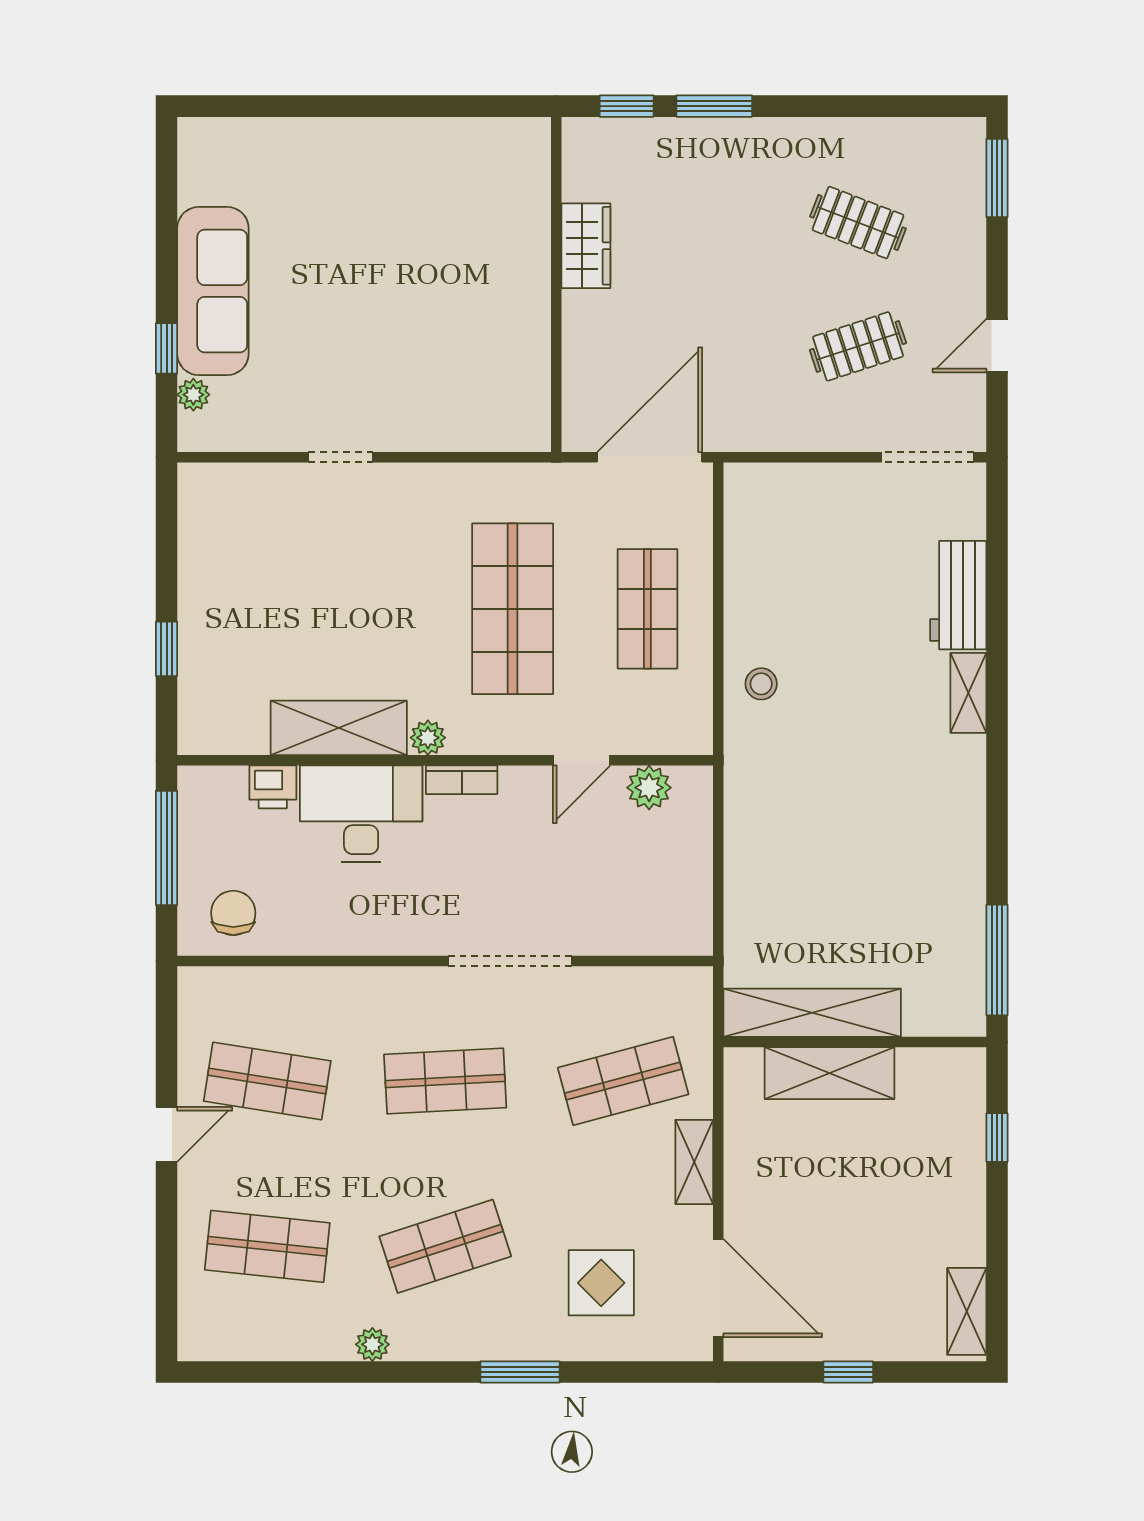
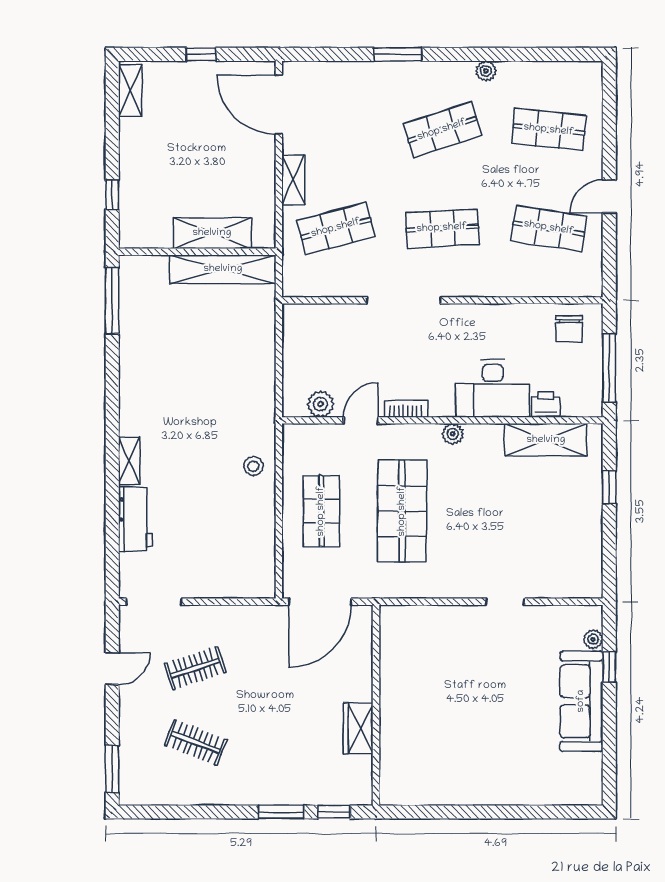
shelving: (339, 728) -> (546, 440), moved
bookcase: (462, 780) -> (406, 409), moved
display table: (601, 1283) -> (349, 108), removed

